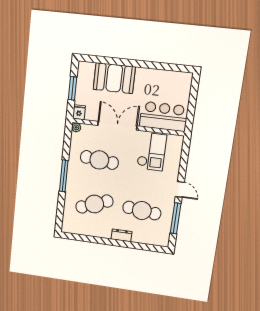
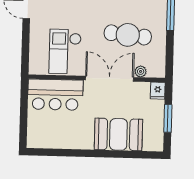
double door: (117, 126) -> (110, 79), swing flipped
plant: (76, 127) -> (141, 71), moved

